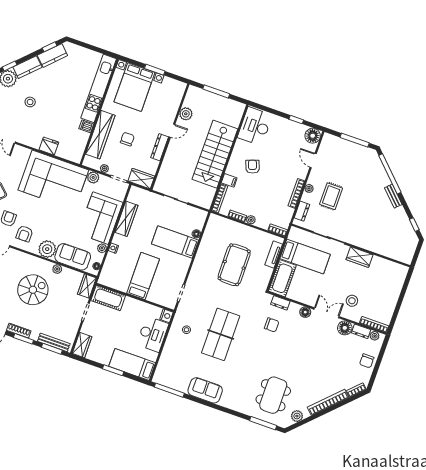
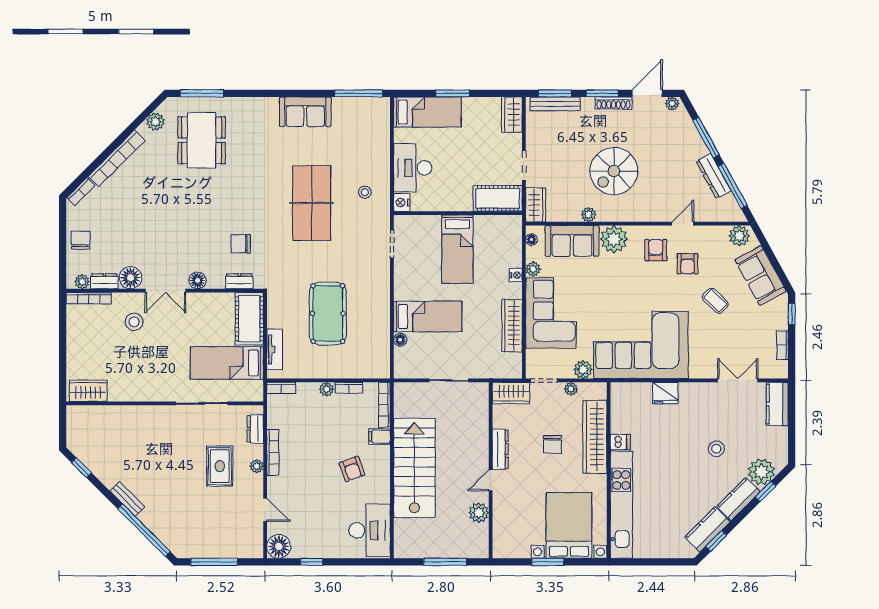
wardrobe: (360, 257) -> (88, 391), moved

